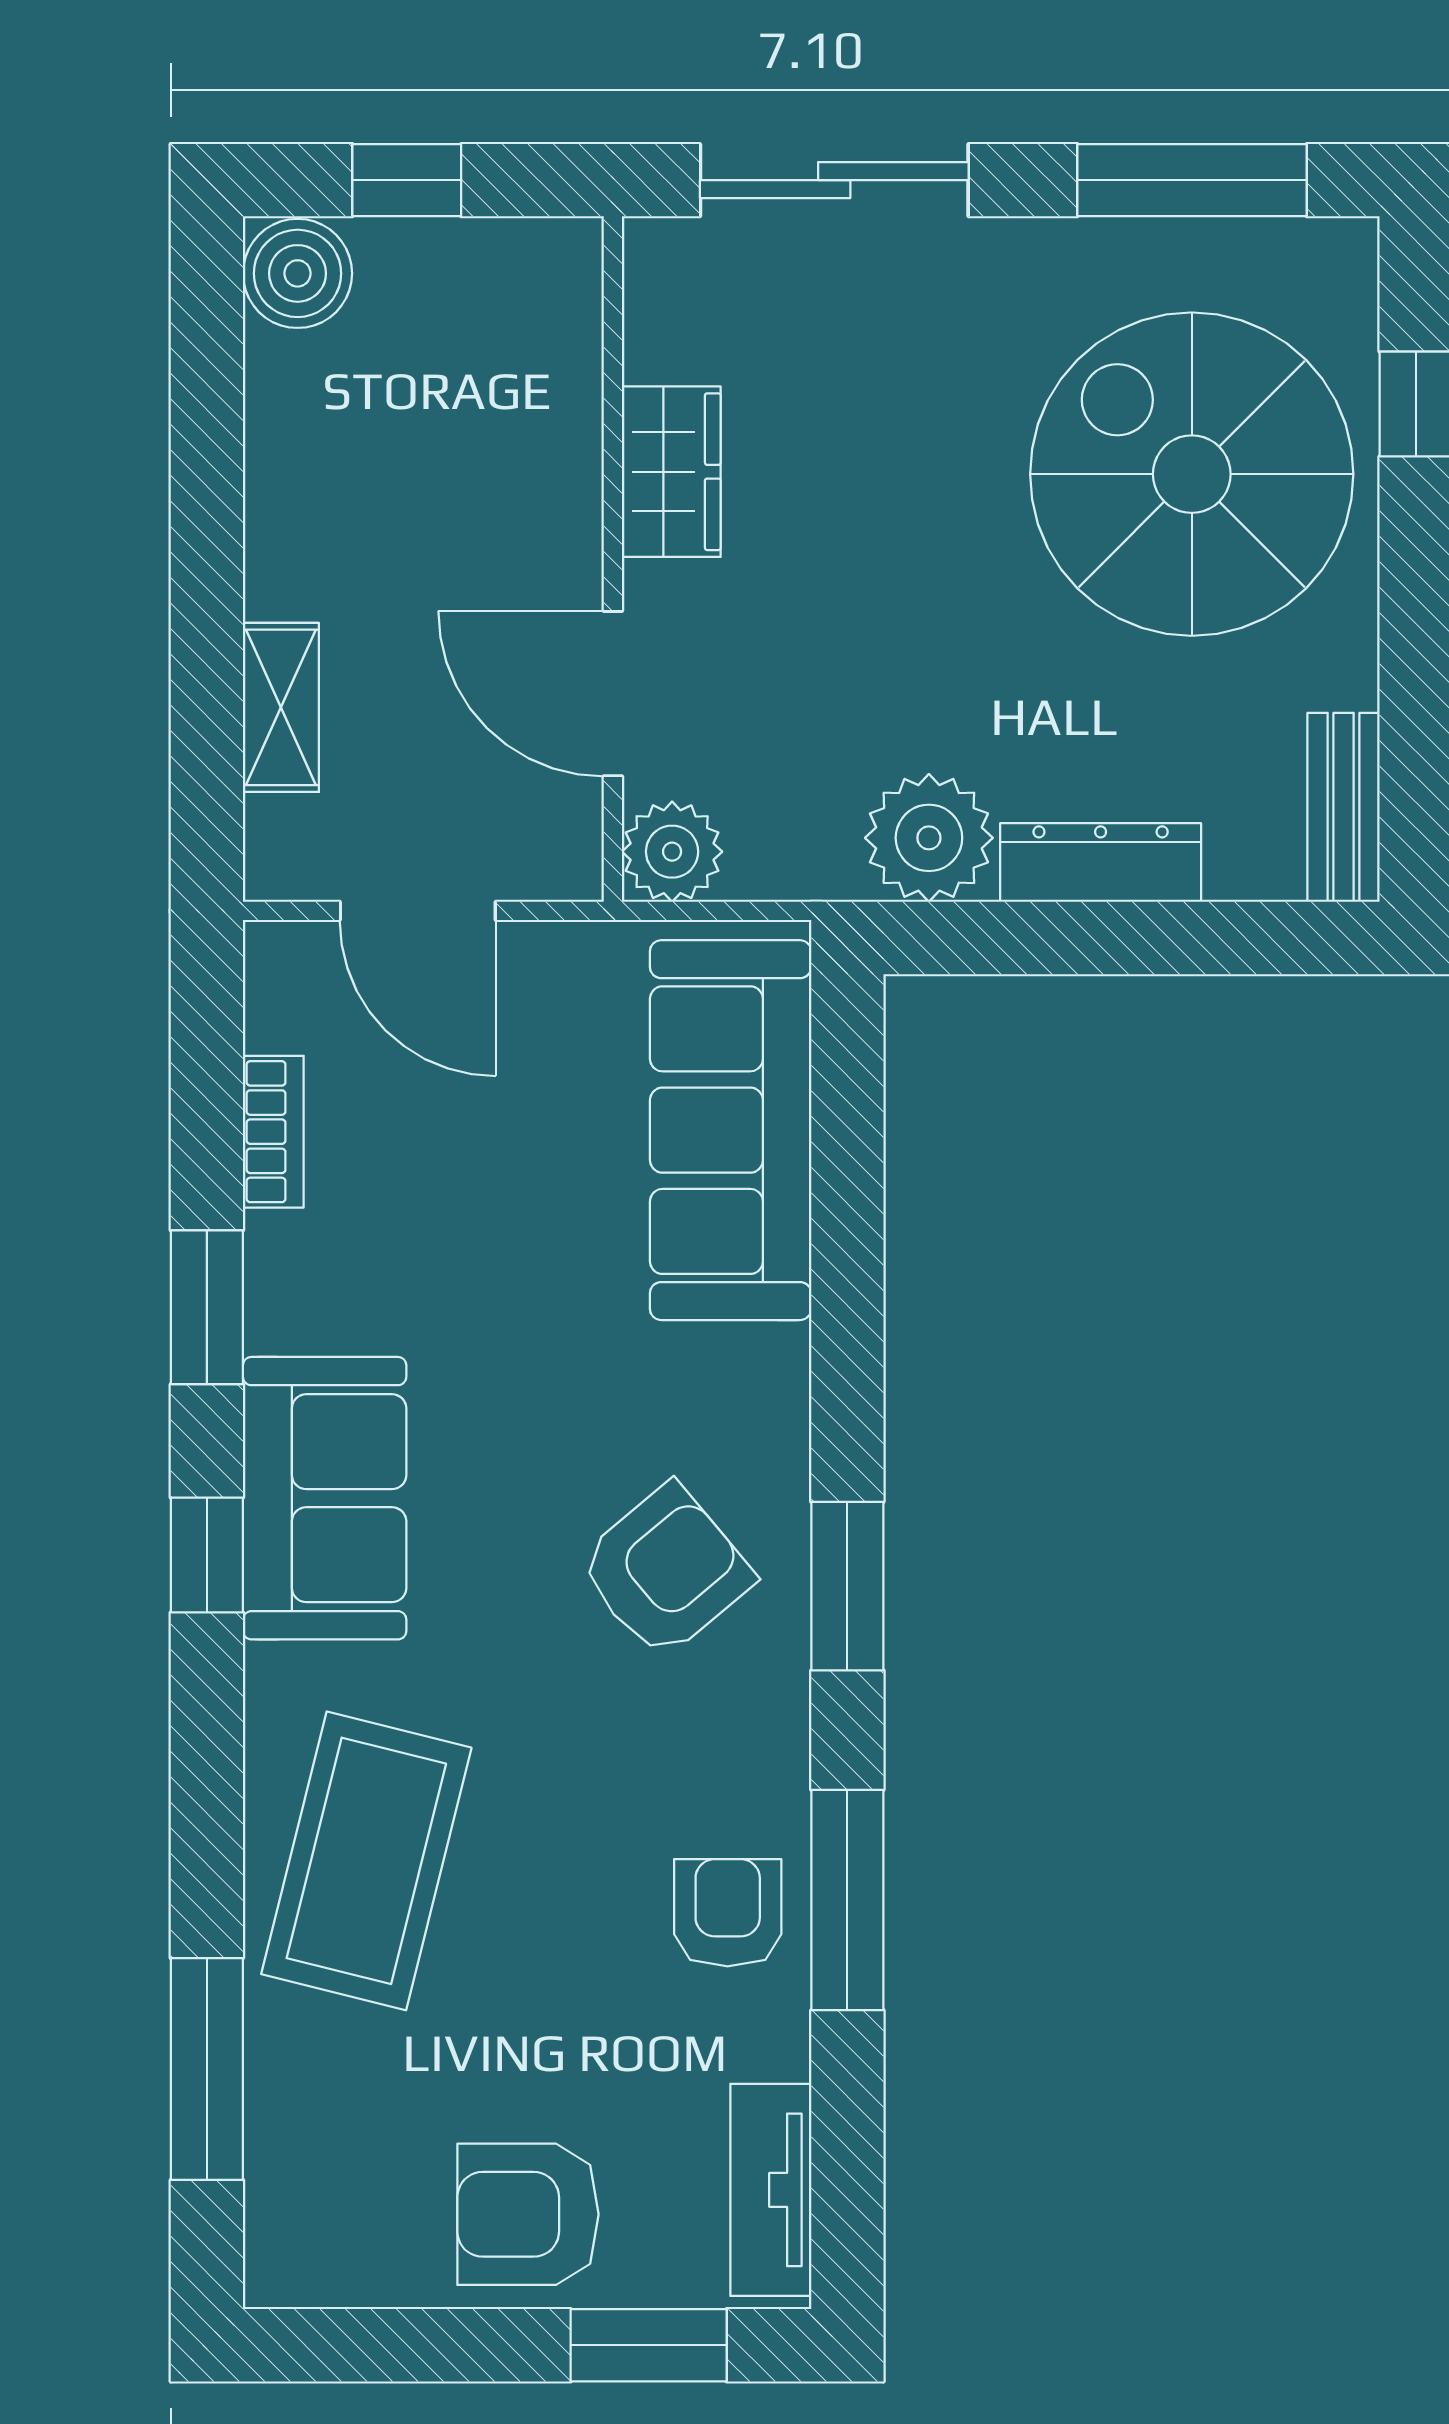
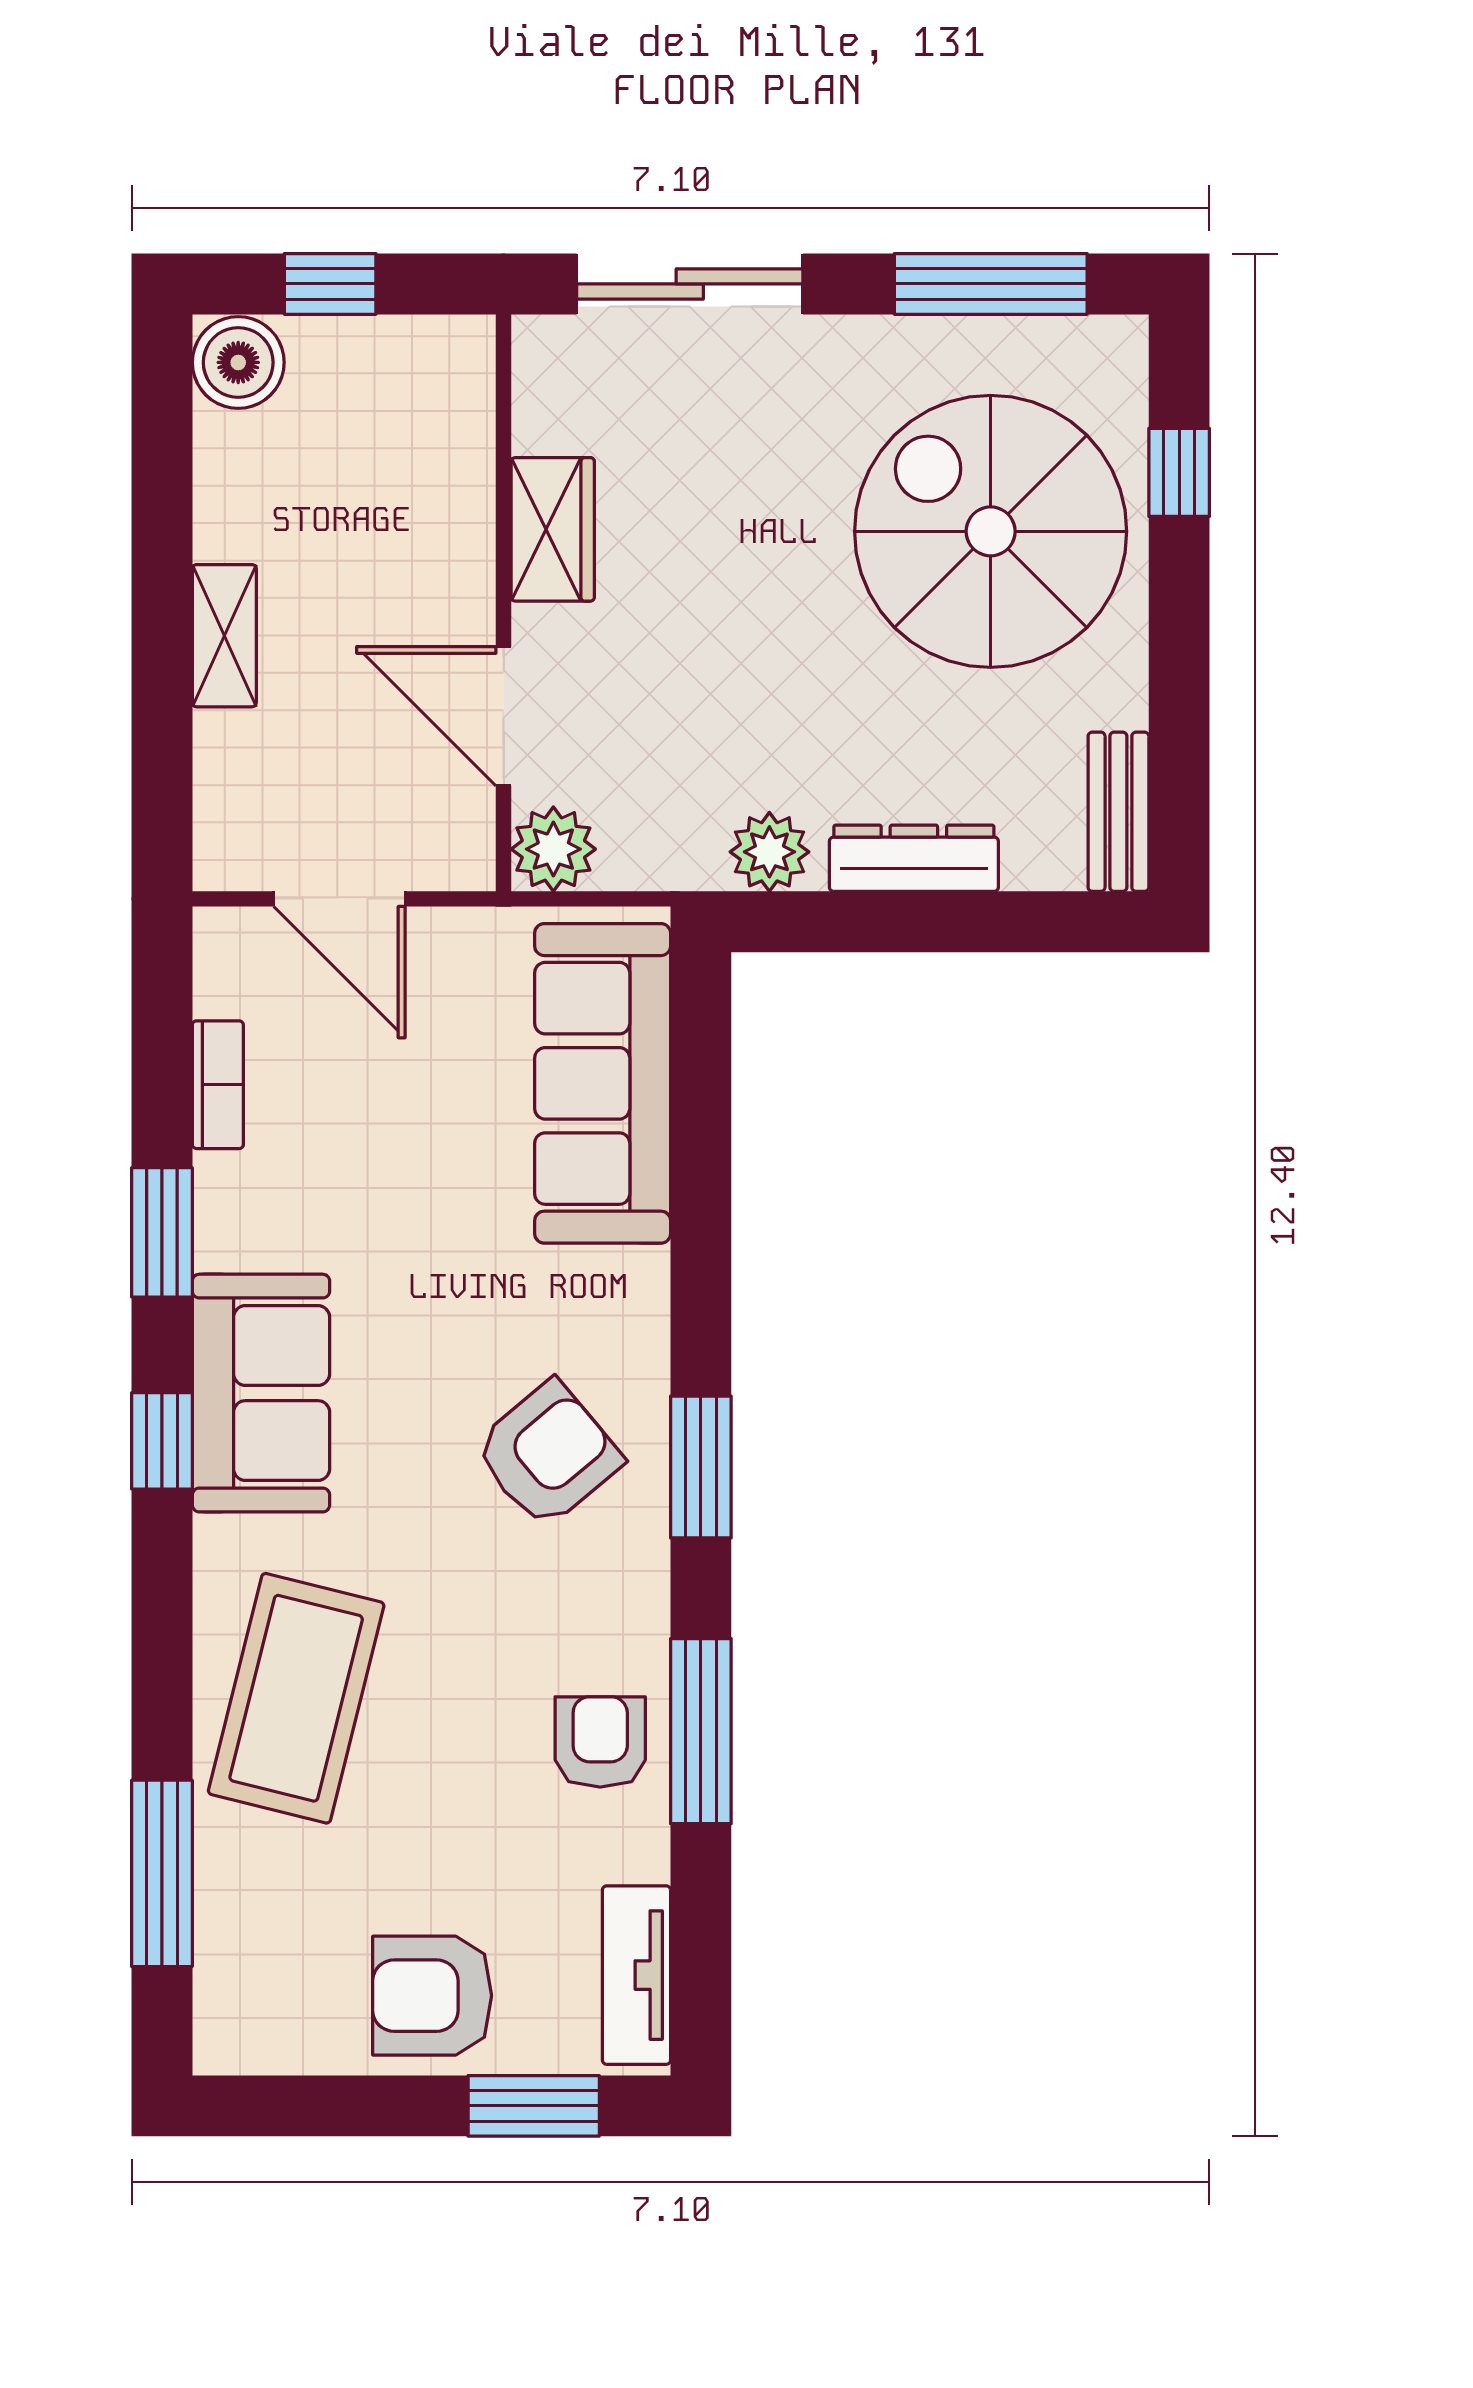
shelving: (281, 707) -> (224, 636), moved
plant: (929, 838) -> (769, 852), width x0.73, depth x0.73

